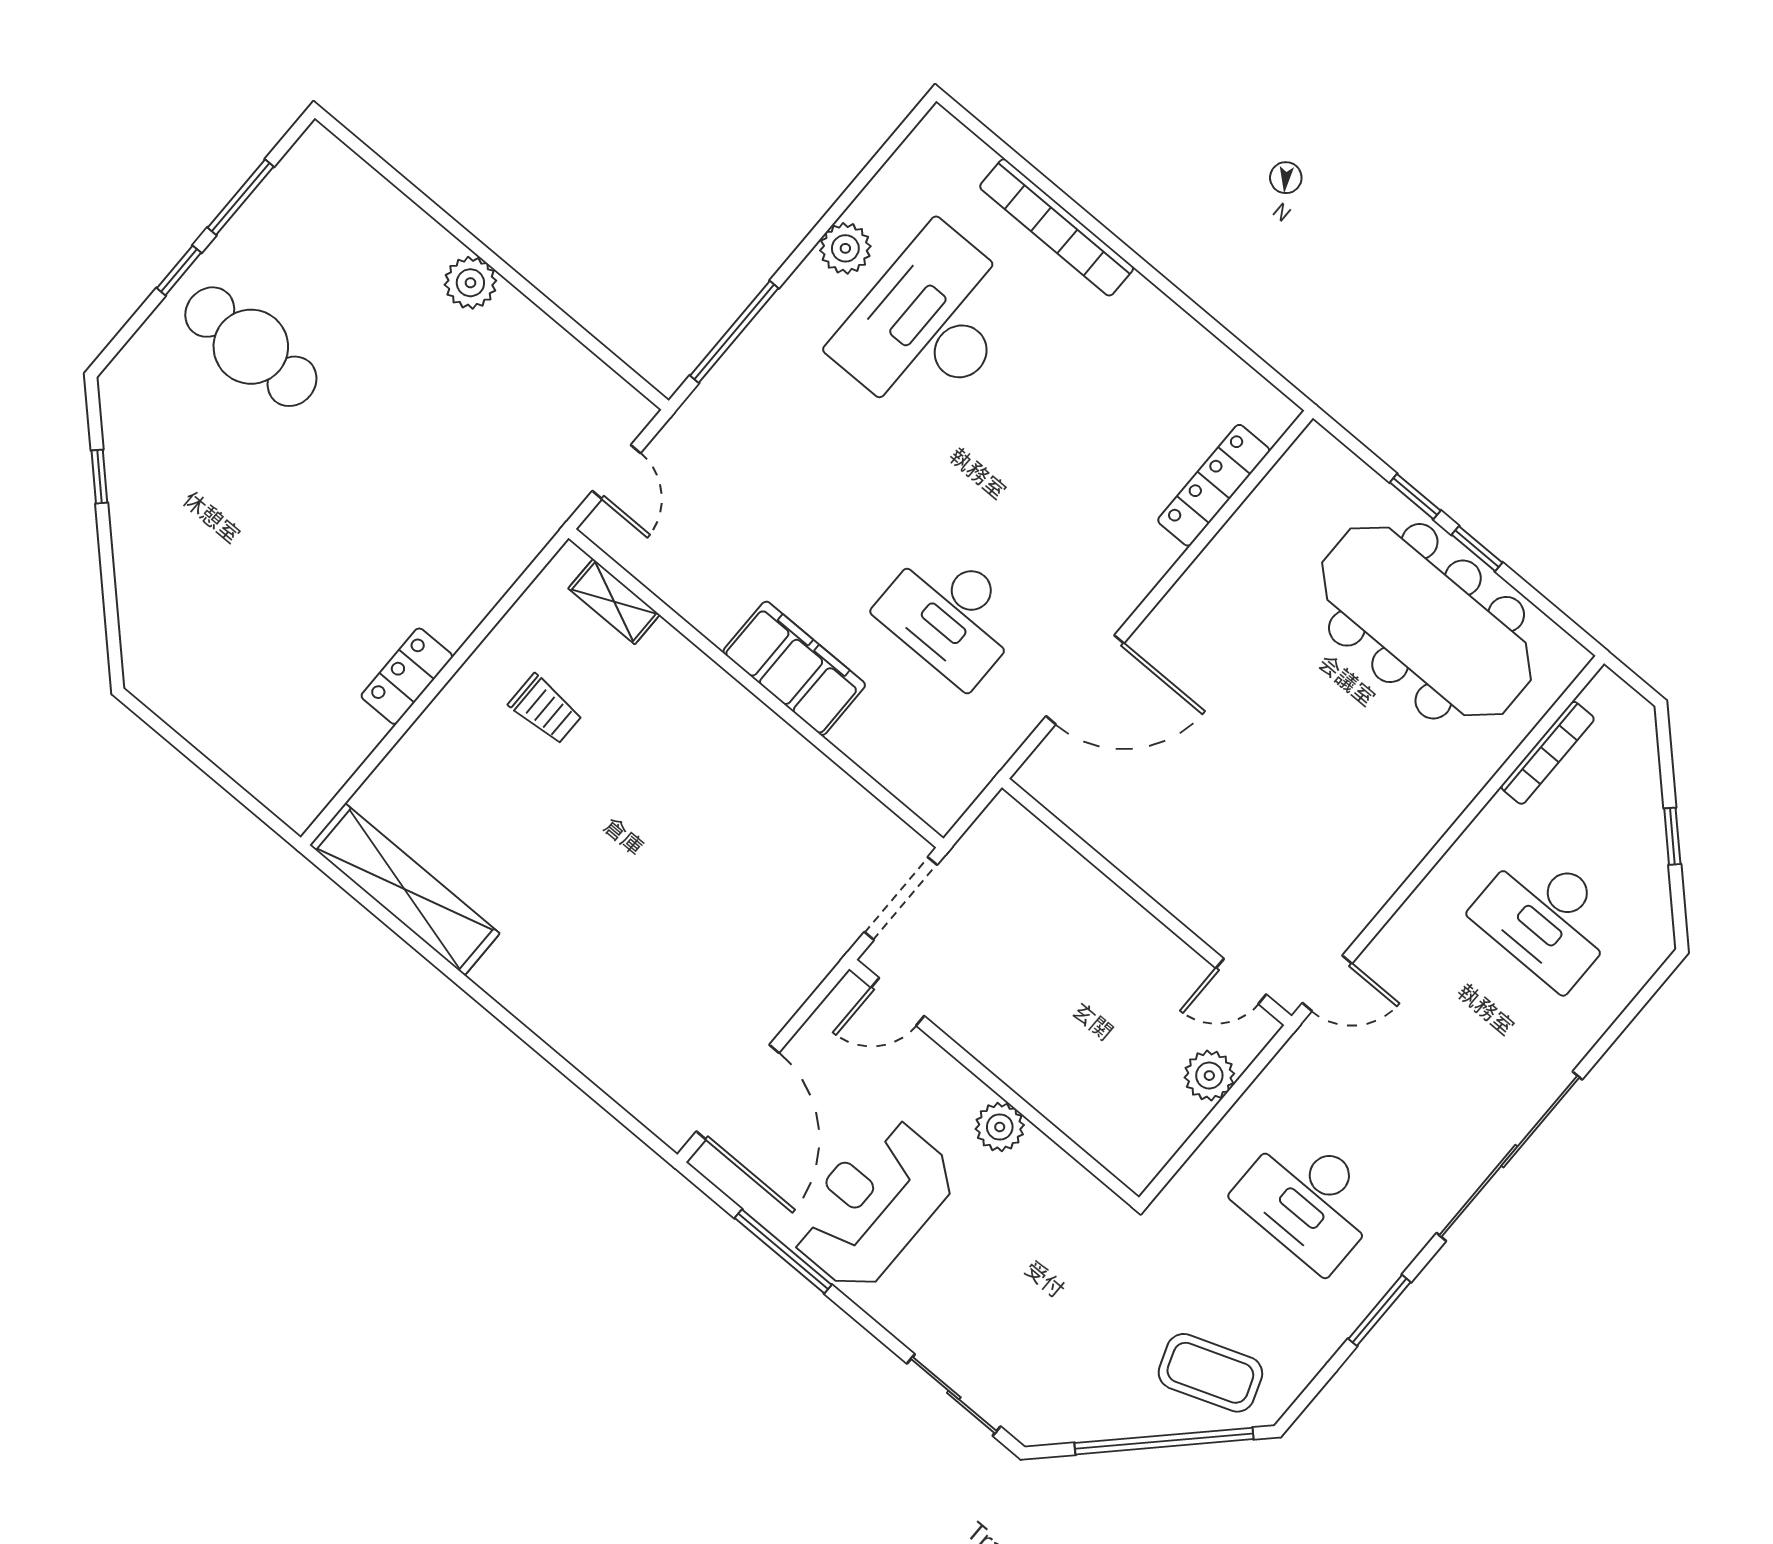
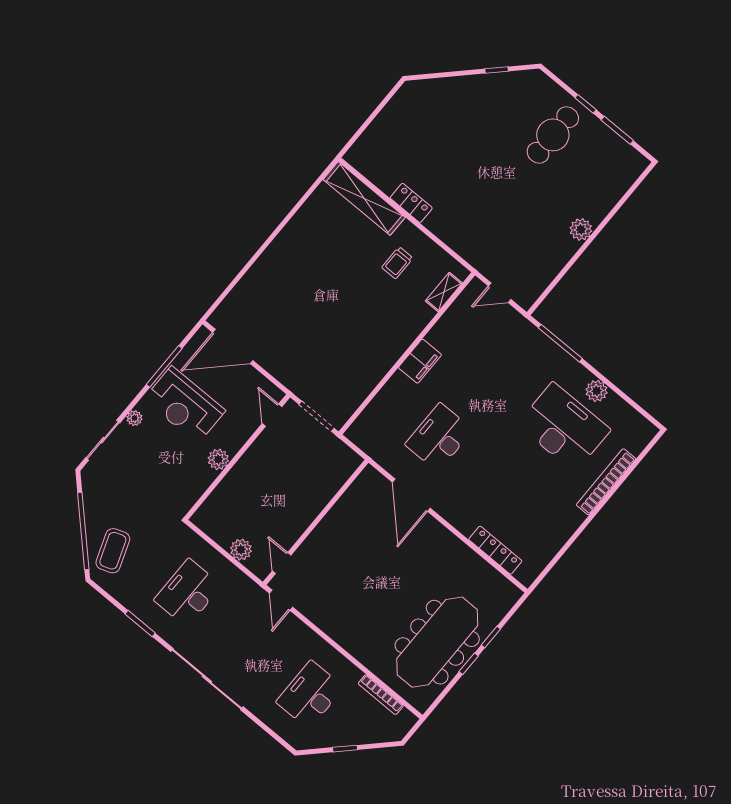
filing cabinet: (794, 668) -> (420, 361), width x0.67, depth x0.86
shelving: (405, 889) -> (364, 198), moved, turned 90
reception desk: (873, 1205) -> (185, 405), turned 180
plant: (903, 1321) -> (134, 418), added

